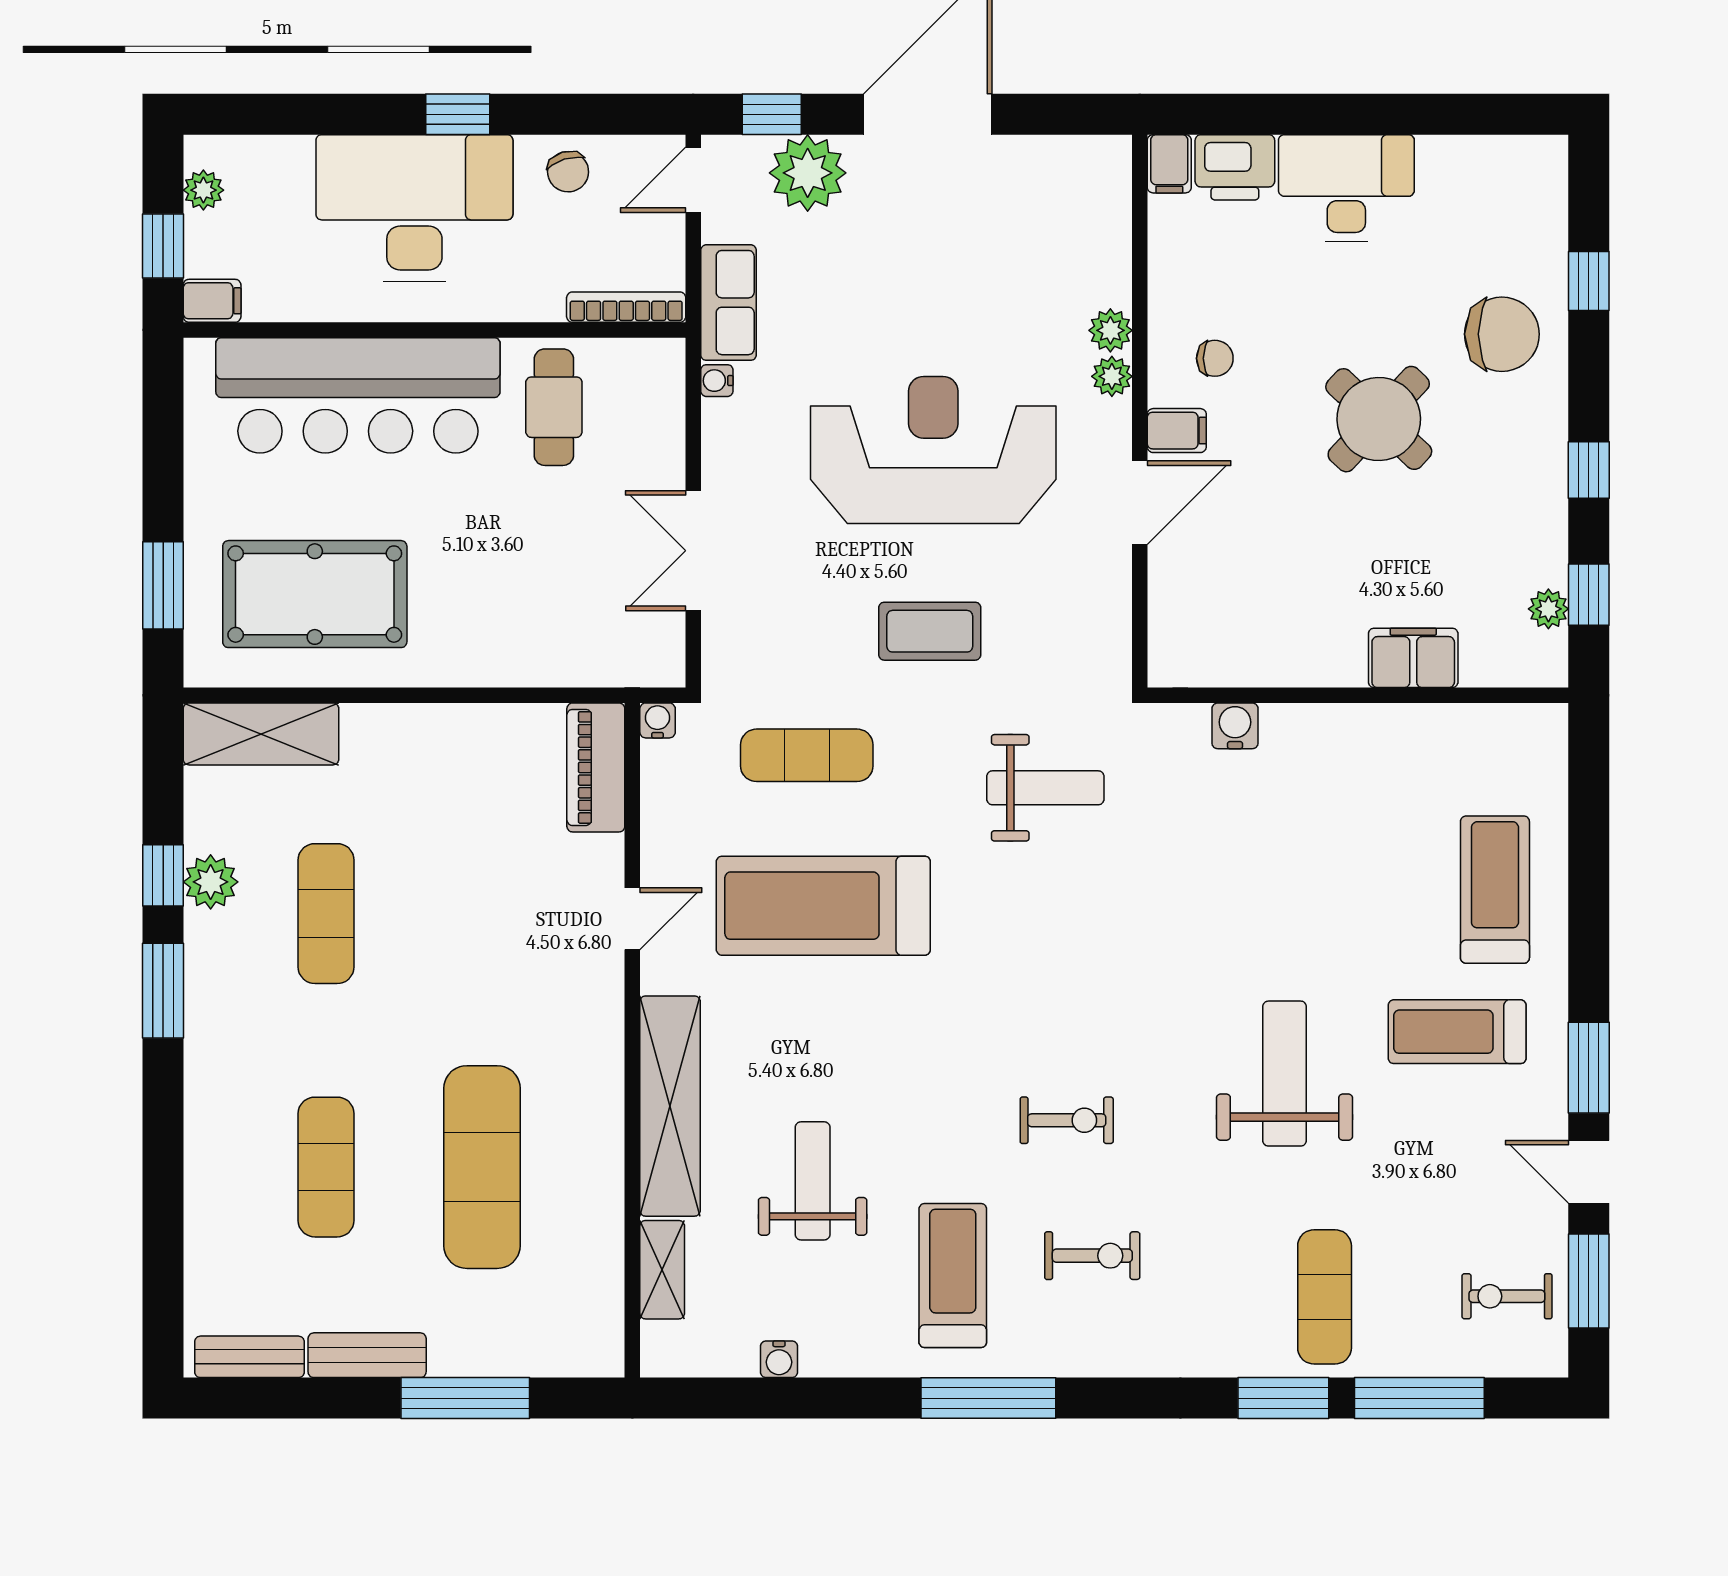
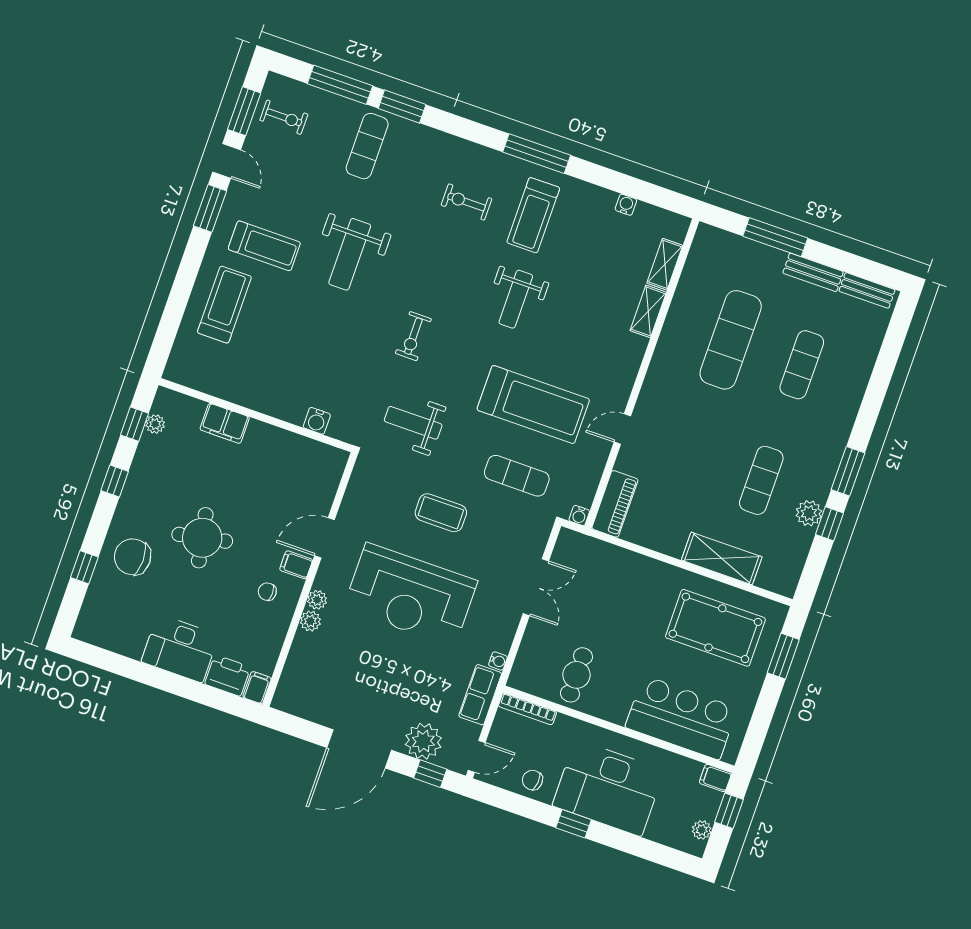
chair: (568, 172) -> (532, 780), turned -68
bar counter: (358, 395) -> (681, 718), width x0.73
round table: (1379, 419) -> (202, 538), turned 36
shelving: (261, 734) -> (722, 558), moved
treadmill: (1495, 890) -> (224, 305), turned 180
shelving: (670, 1106) -> (648, 311), width x0.45, depth x0.75
exercise bike: (1067, 1120) -> (413, 336), moved, turned -90
weight bench: (813, 1181) -> (516, 299), moved

